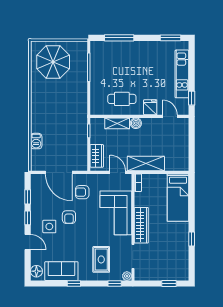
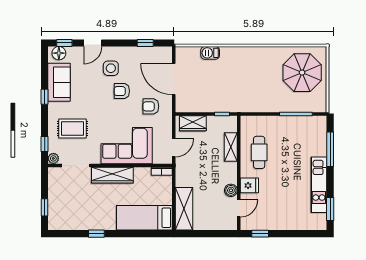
kitchen unit: (182, 74) -> (319, 185), moved, turned -90
boiler: (136, 123) -> (231, 190), moved
shelving: (146, 164) -> (184, 209), moved
door: (59, 172) -> (174, 79), hinge flipped
armchair: (82, 192) -> (151, 106), turned -90
window: (28, 218) -> (64, 43), moved

